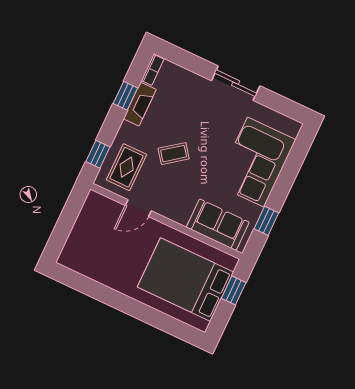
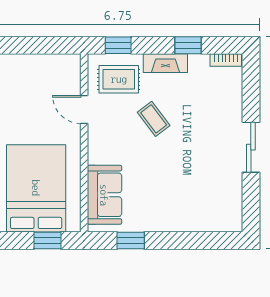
fireplace: (140, 104) -> (165, 63), moved
corner sofa: (256, 162) -> (183, 203), removed

